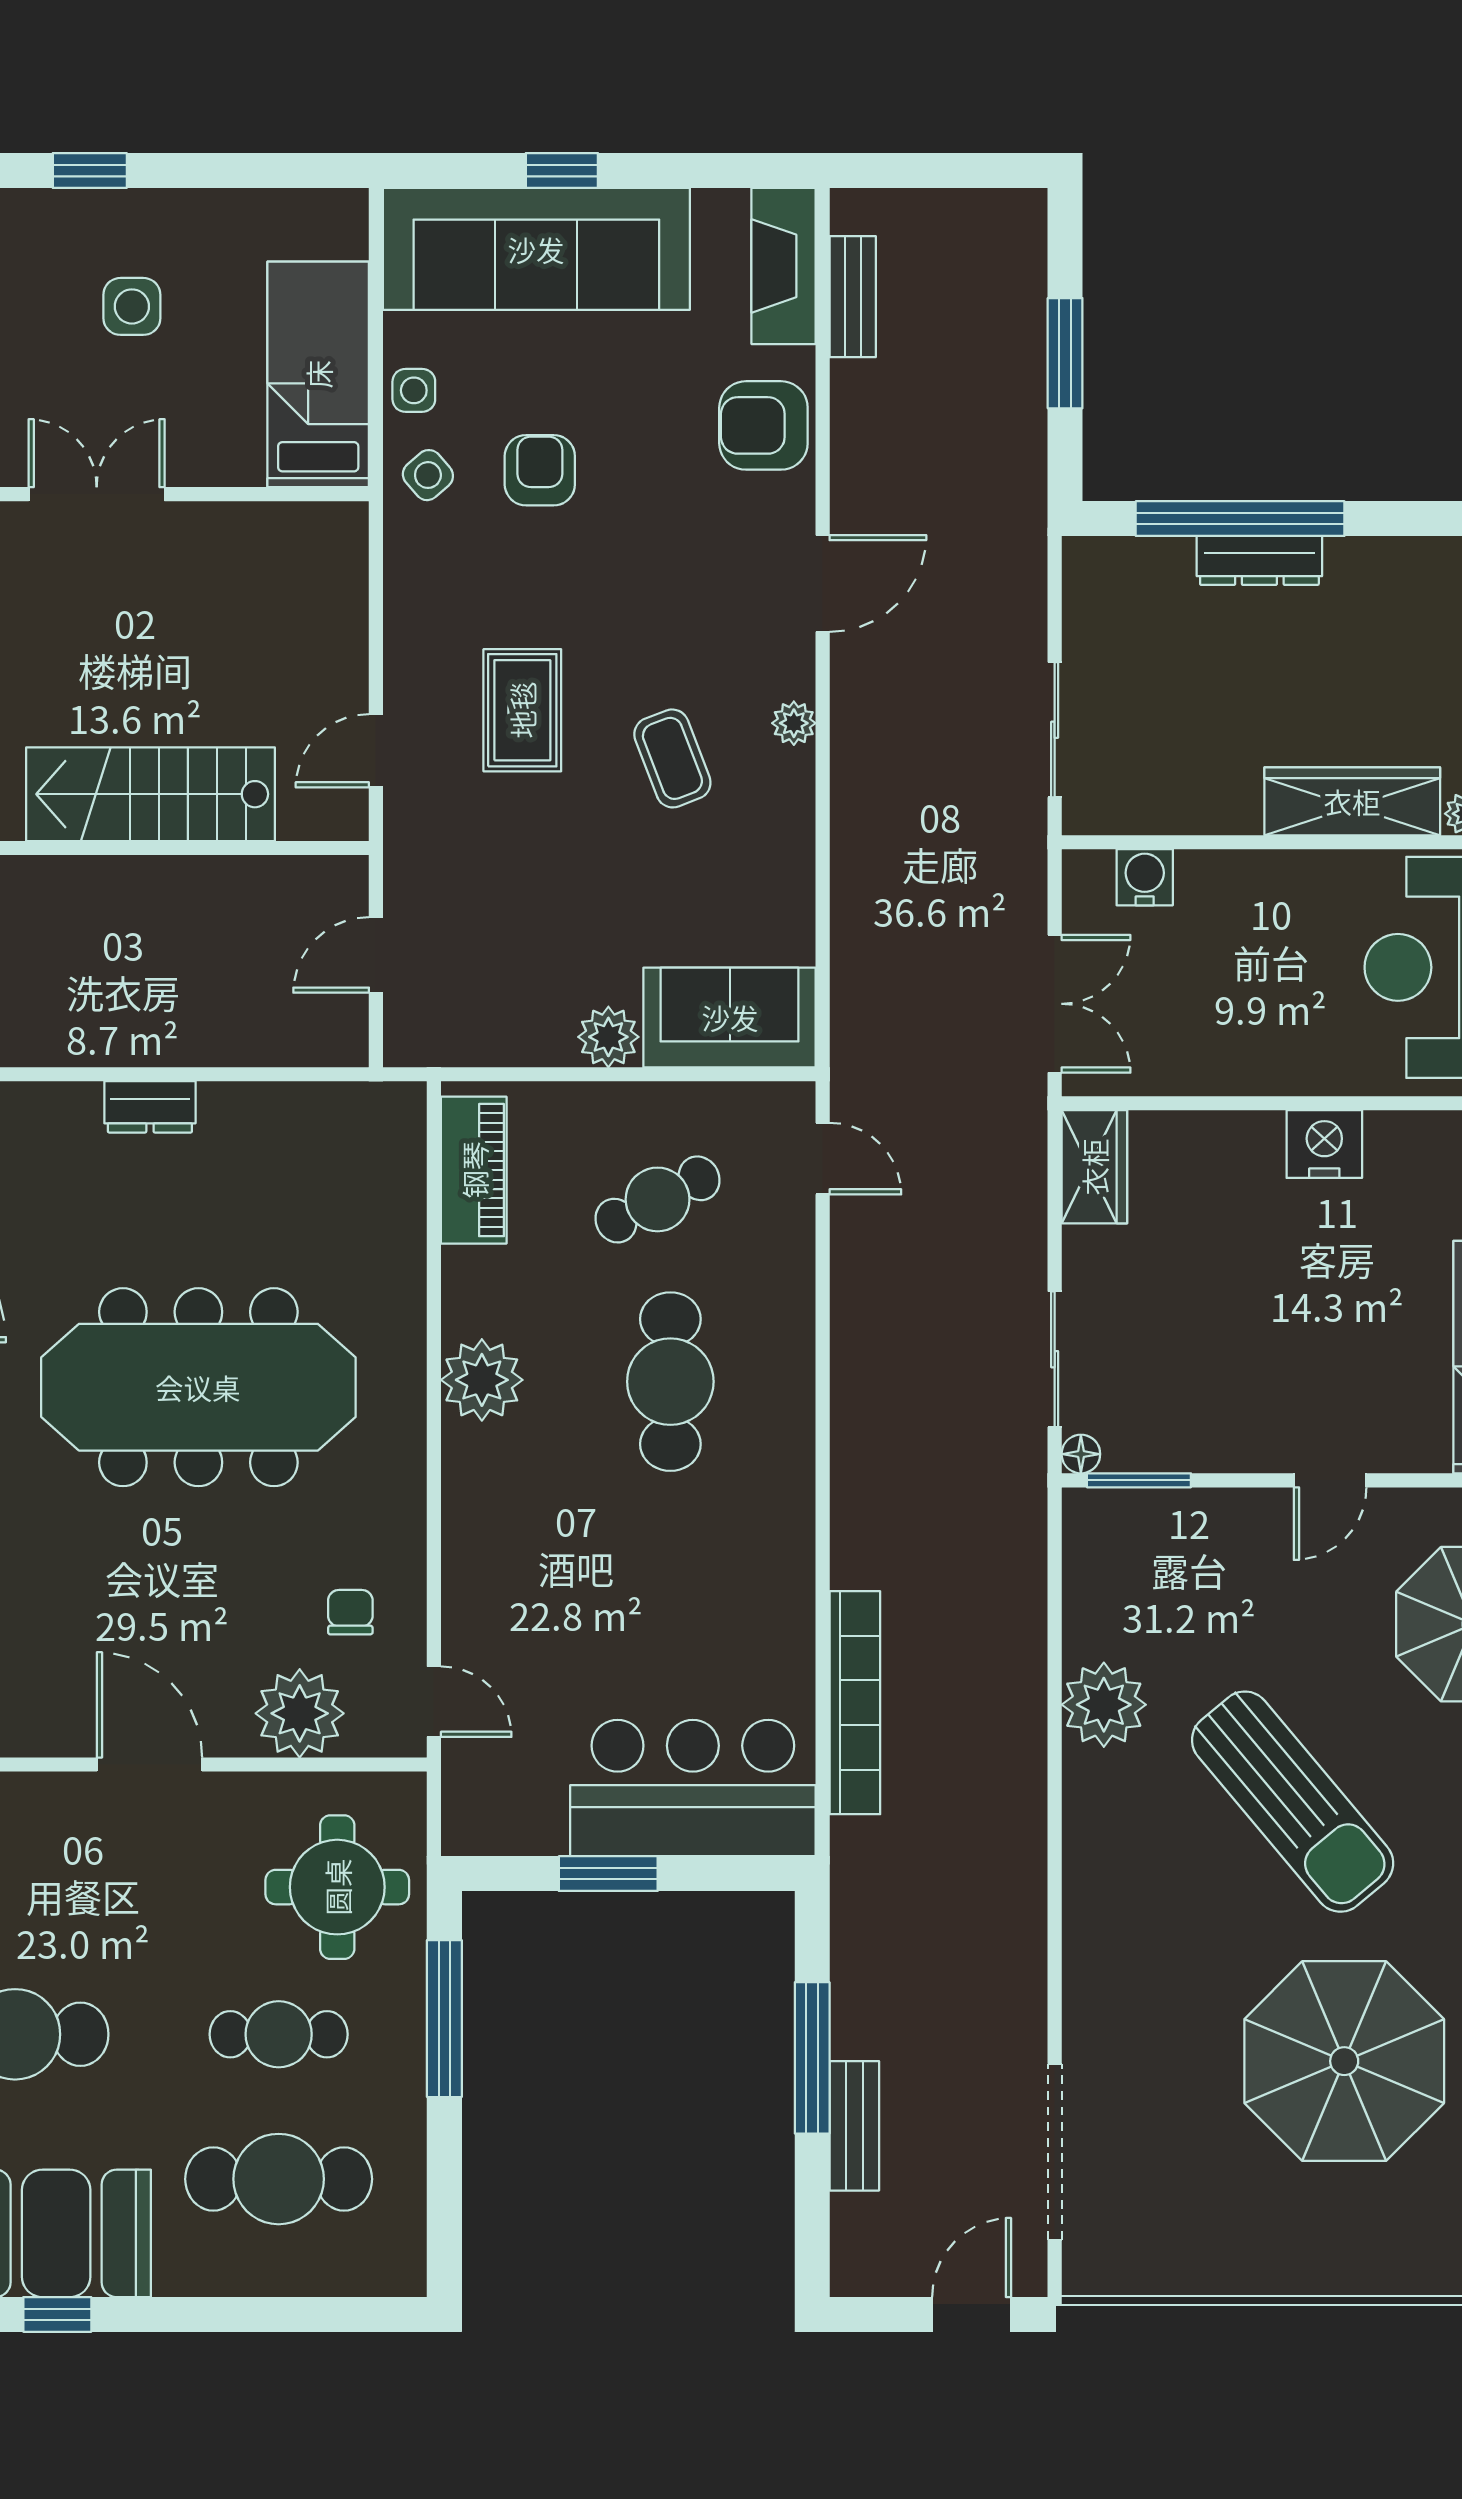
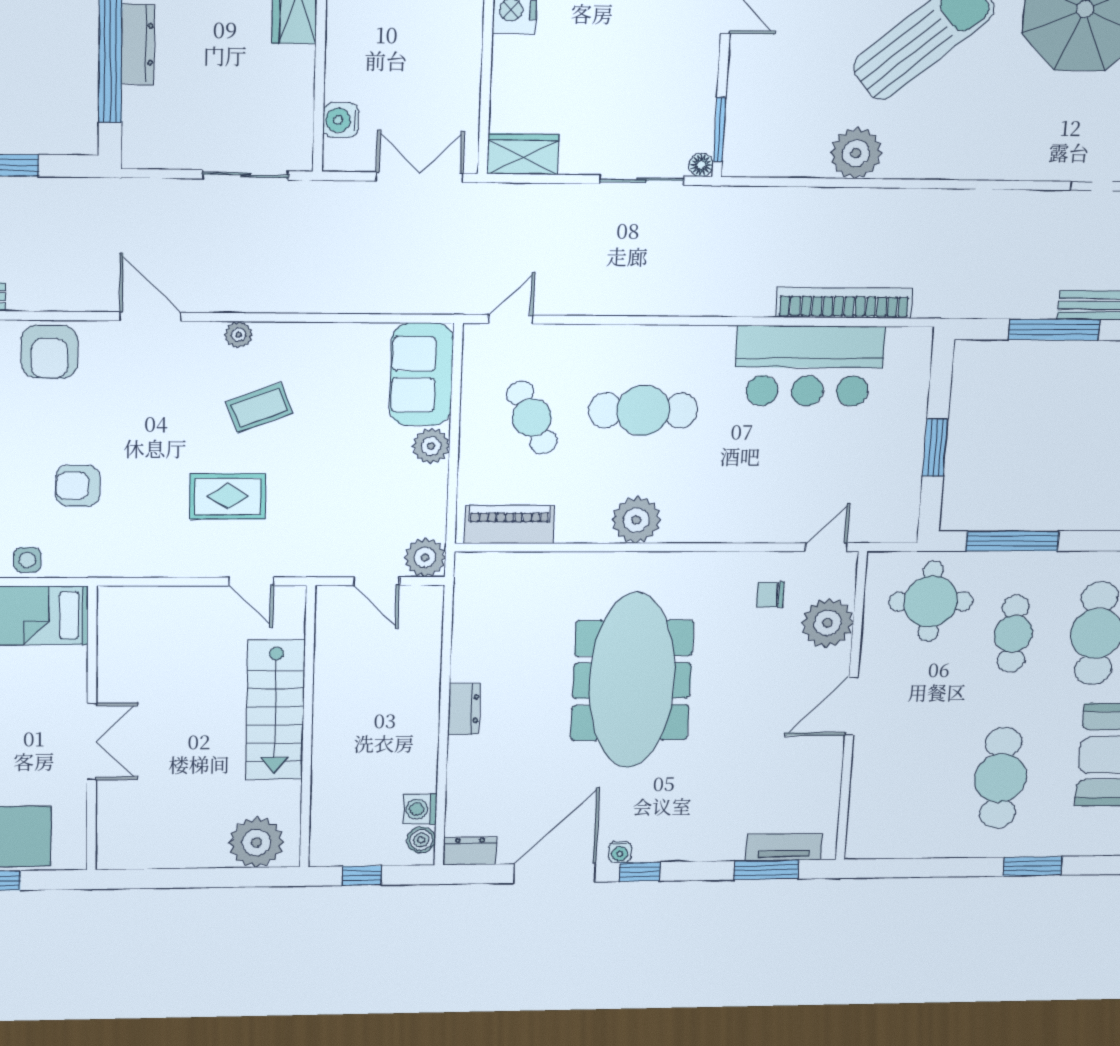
side table: (428, 475) -> (80, 552), removed
double door: (97, 494) -> (92, 742), swing flipped
plant: (417, 1033) -> (425, 557), added
bar counter: (693, 1788) -> (809, 366), moved, turned -90

